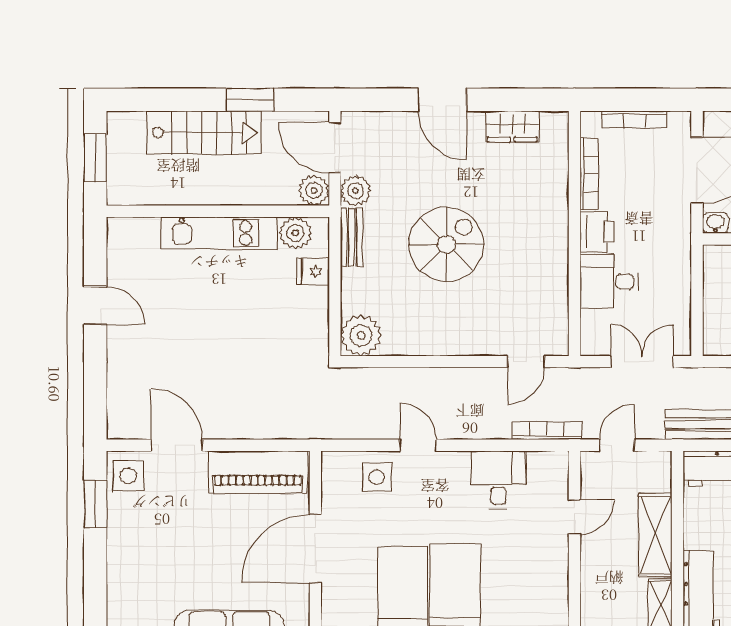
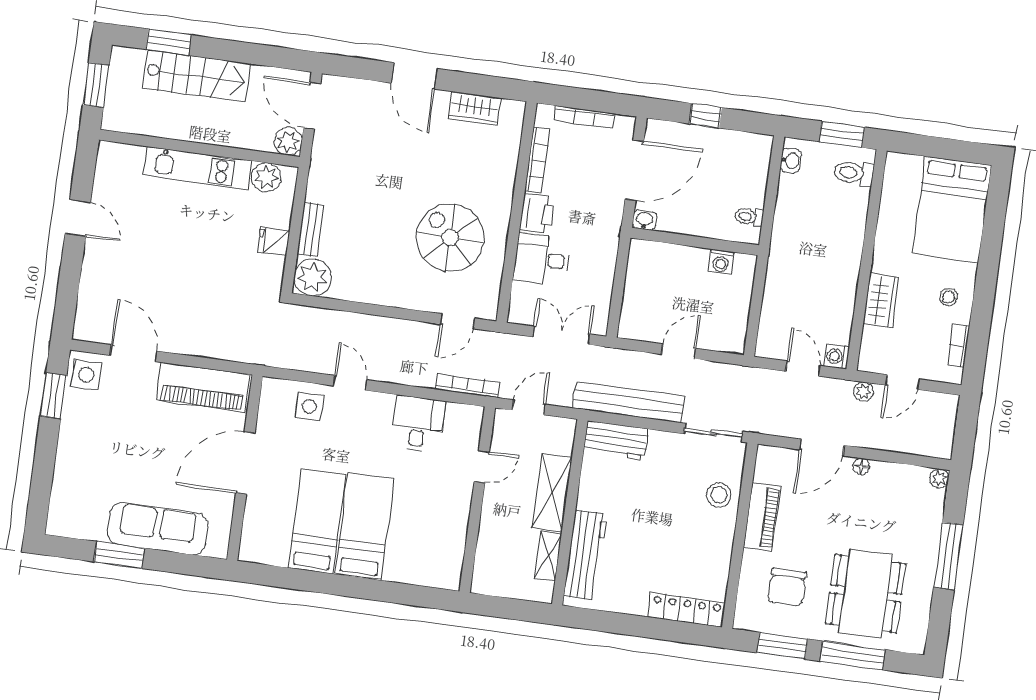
window: (250, 100) -> (169, 42), moved
plant: (356, 191) -> (325, 147), removed
bench: (352, 237) -> (310, 230), moved
spiral stairs: (446, 244) -> (450, 238), moved, turned -90
fridge: (313, 271) -> (274, 241), moved

